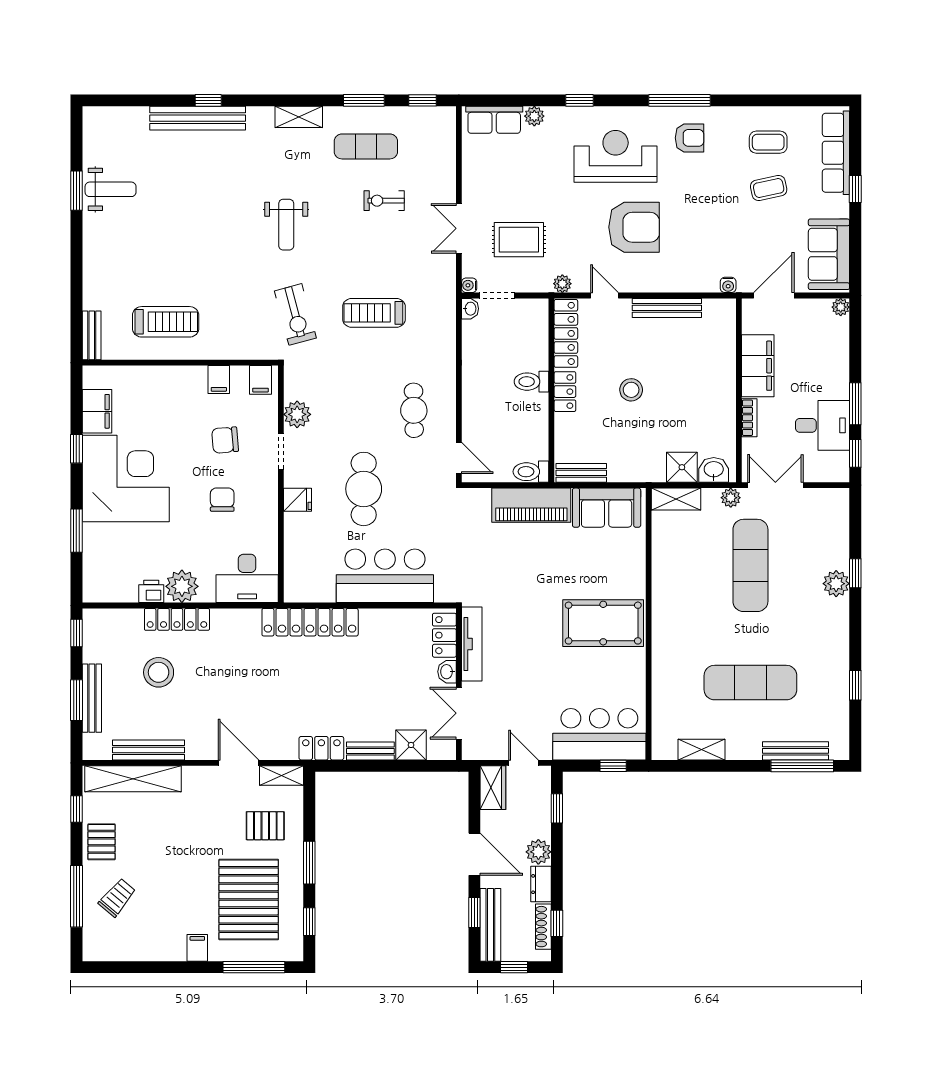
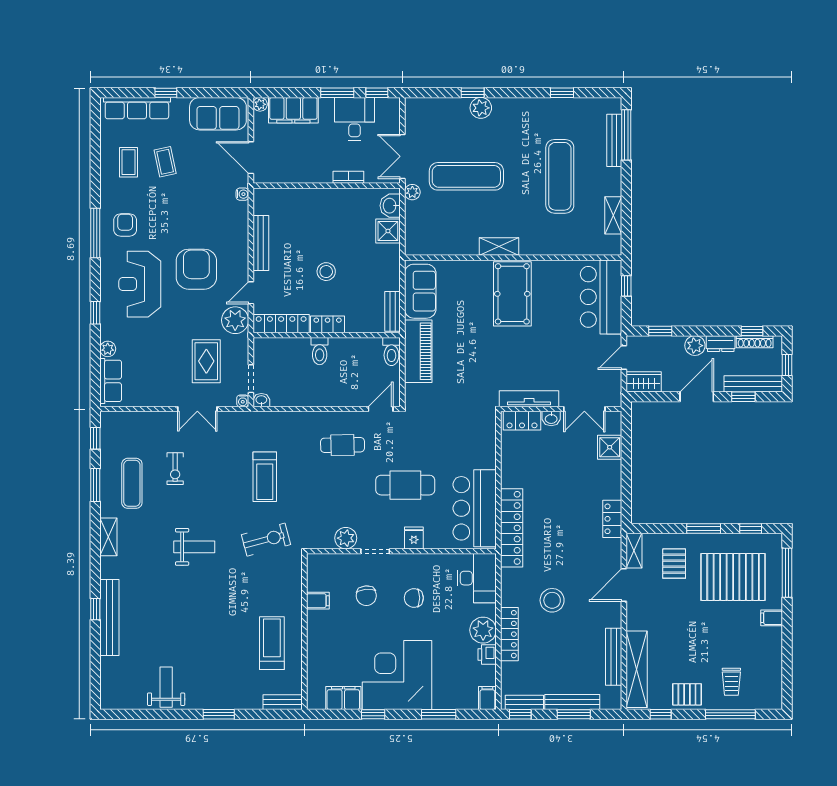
window: (76, 191) -> (219, 714), moved
plant: (562, 284) -> (235, 320), width x1.88, depth x1.88
filing cabinet: (758, 366) -> (293, 110), moved, turned 180
filing cabinet: (260, 380) -> (487, 698), moved, turned -90
shelving: (676, 499) -> (499, 247), moved, turned 90
bar counter: (385, 576) -> (475, 508), moved
stool: (159, 672) -> (552, 600), moved
bench: (370, 751) -> (524, 702), moved, turned 90
trolley: (117, 897) -> (731, 682), turned -130

